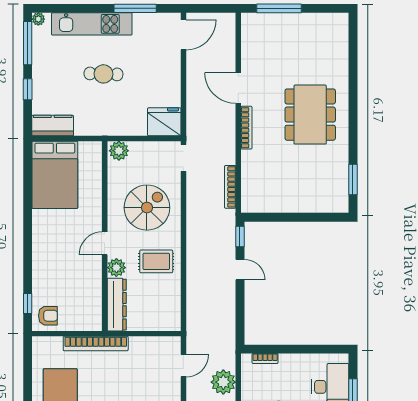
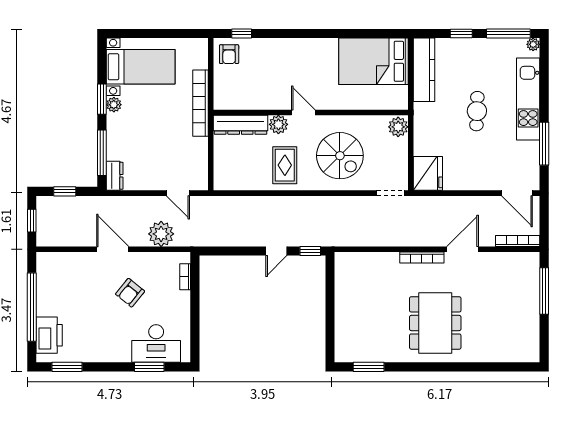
dining table: (310, 115) -> (435, 323), turned 90
kitchen counter: (53, 126) -> (424, 70), width x1.50
bookcase: (230, 187) -> (518, 241), moved

